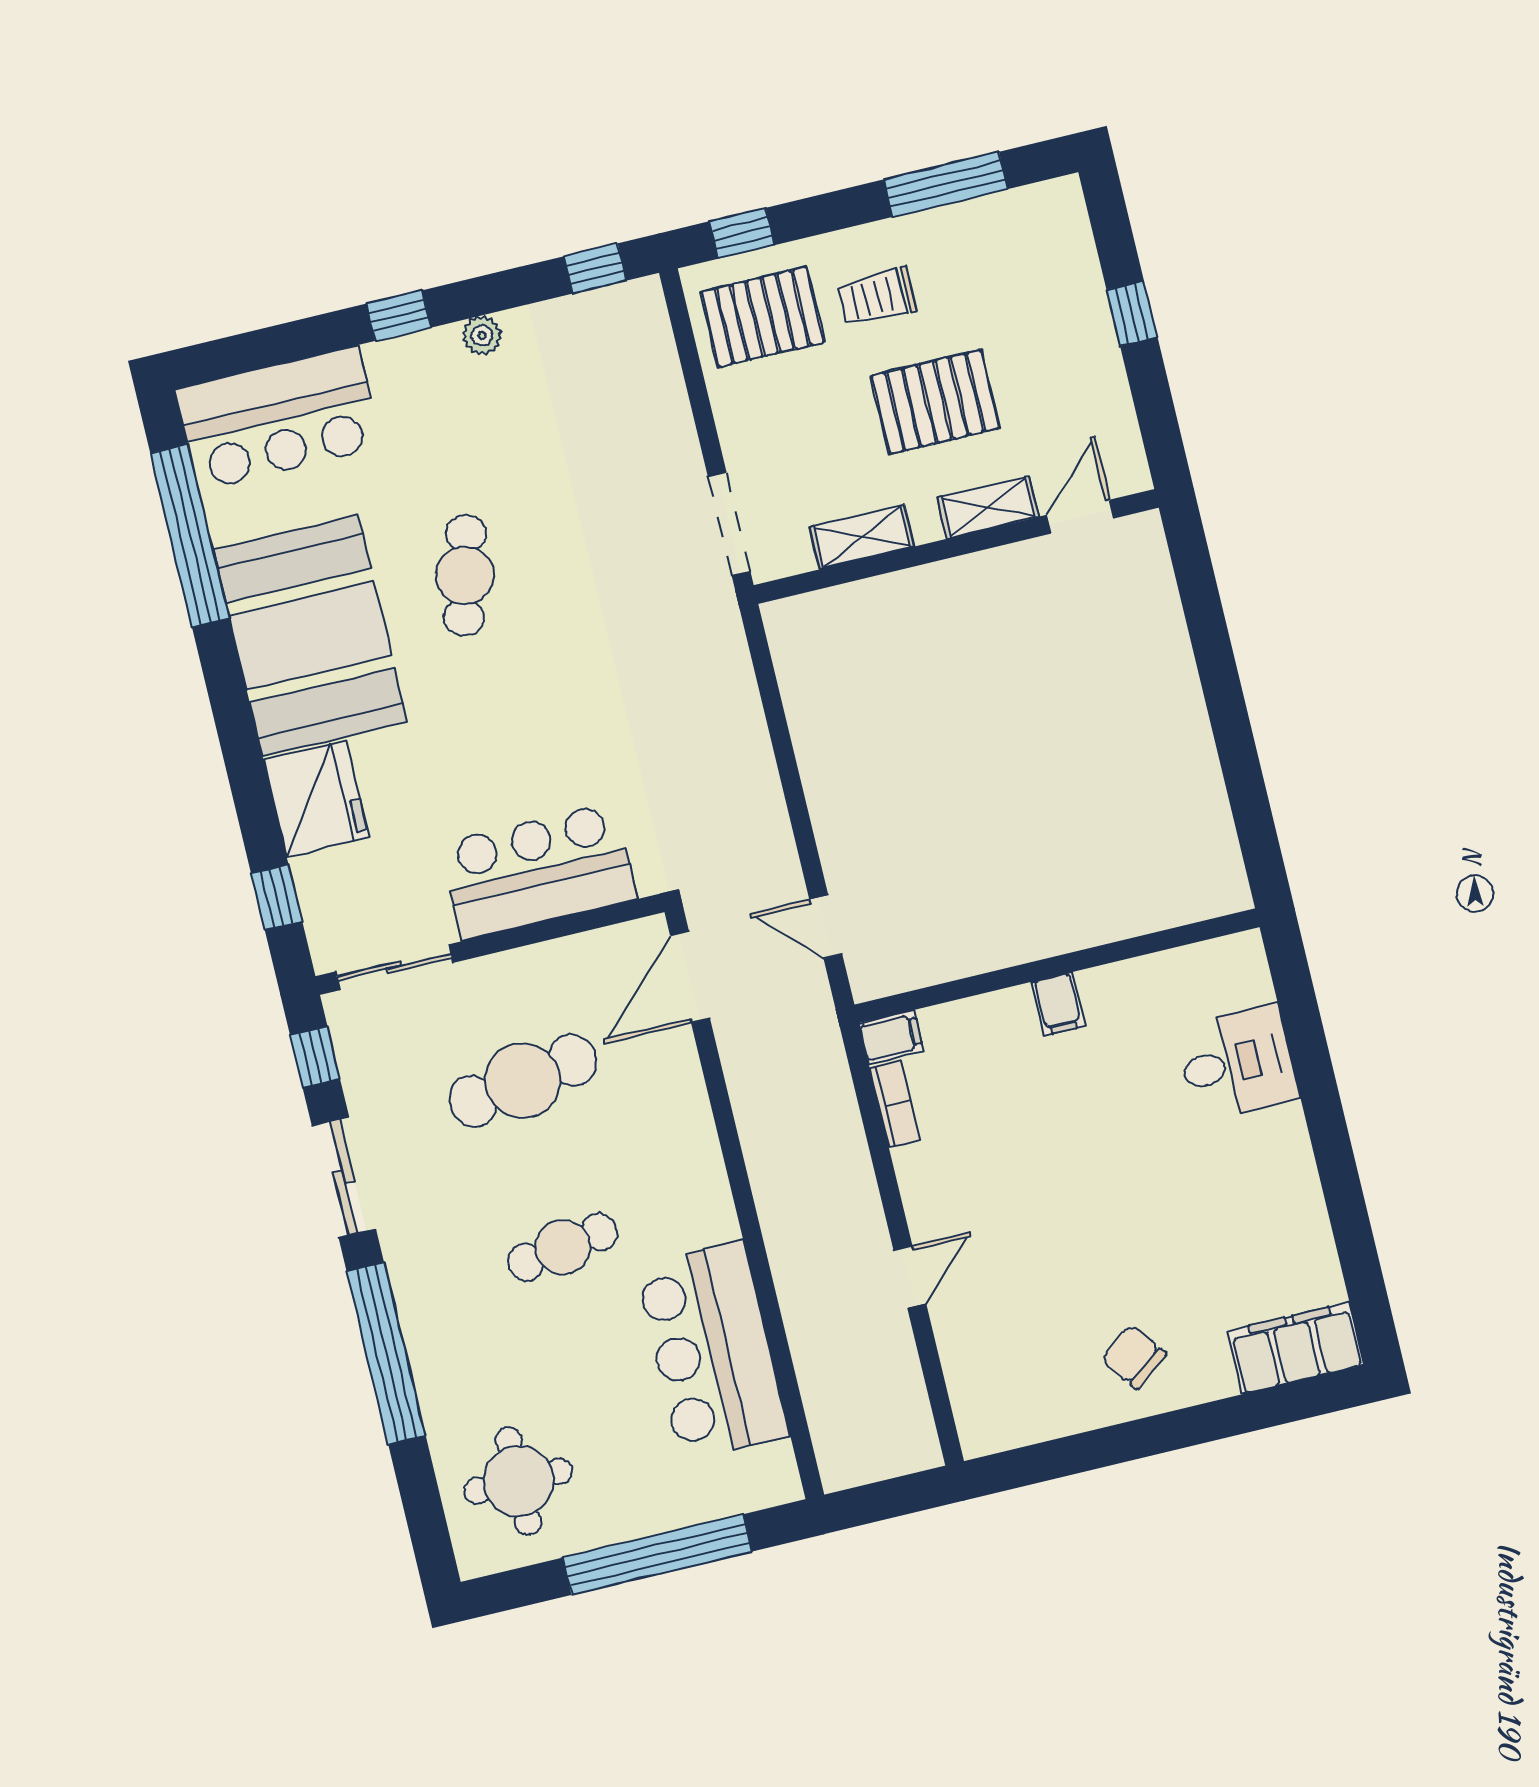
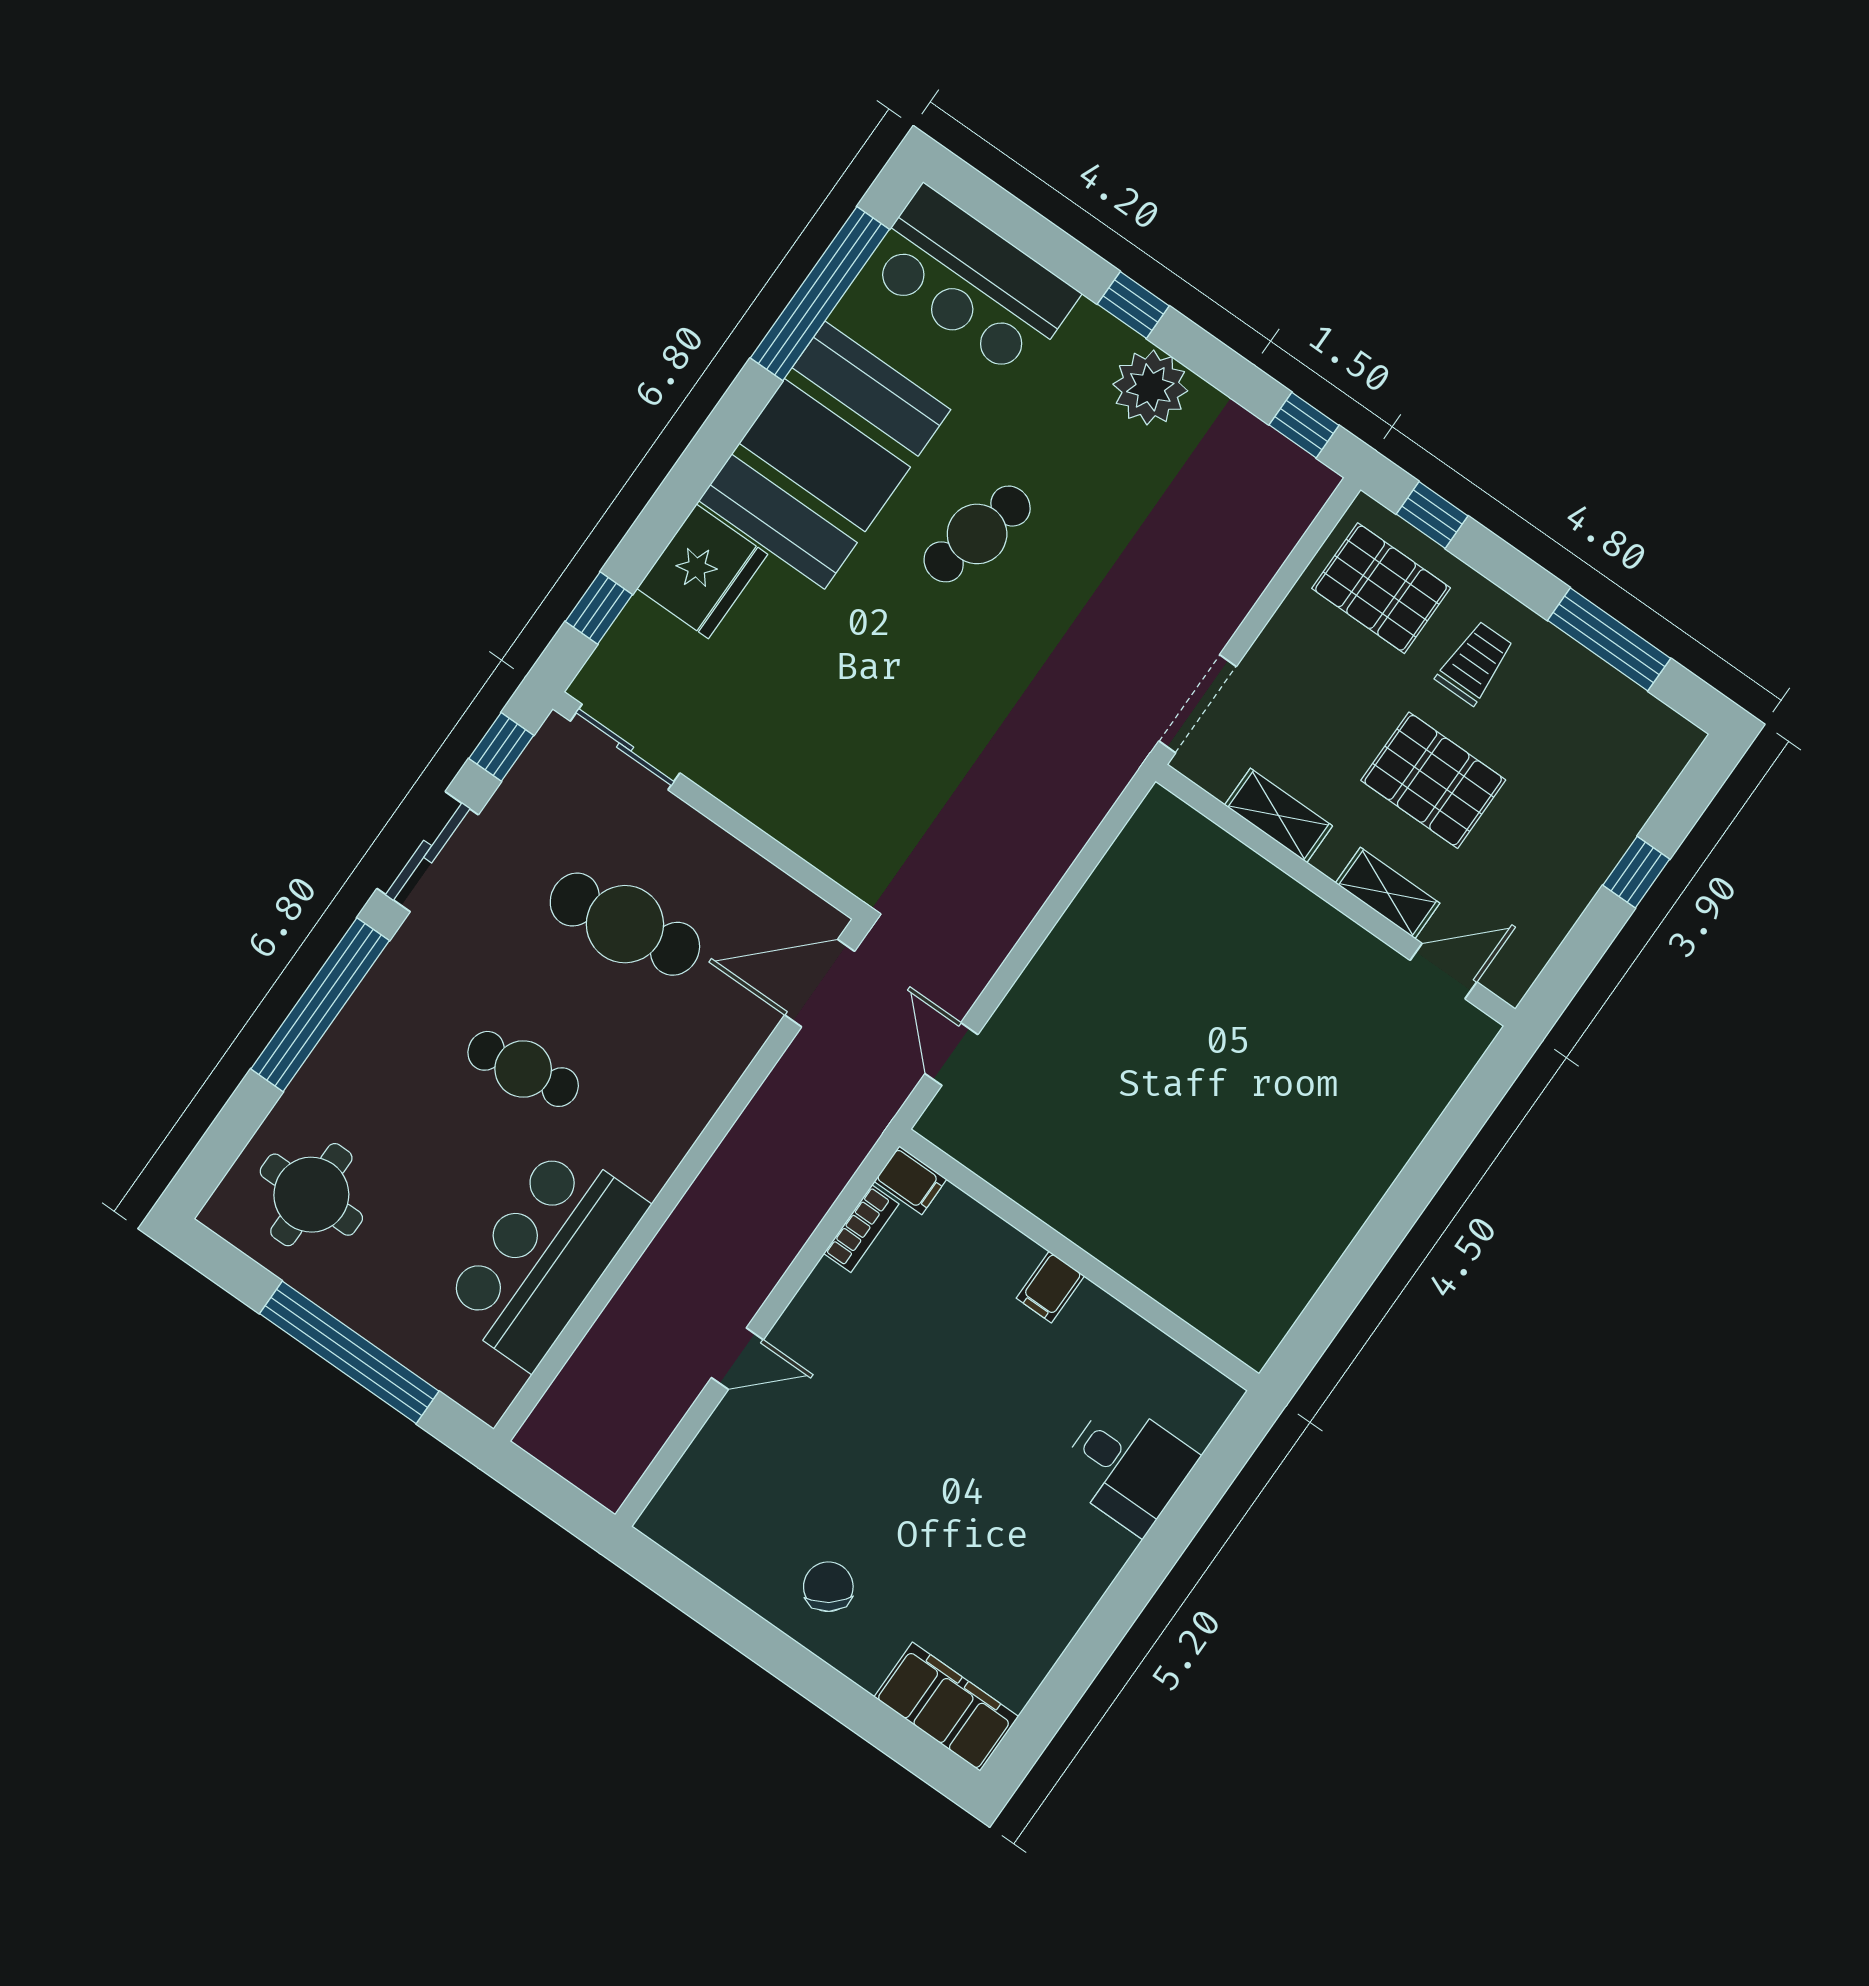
trolley: (877, 297) -> (1475, 663), turned 90
plant: (482, 335) -> (1150, 387), width x1.88, depth x1.88
bar counter: (538, 871) -> (798, 793), removed

